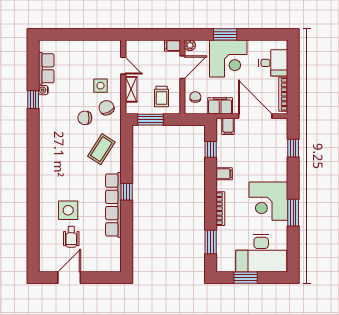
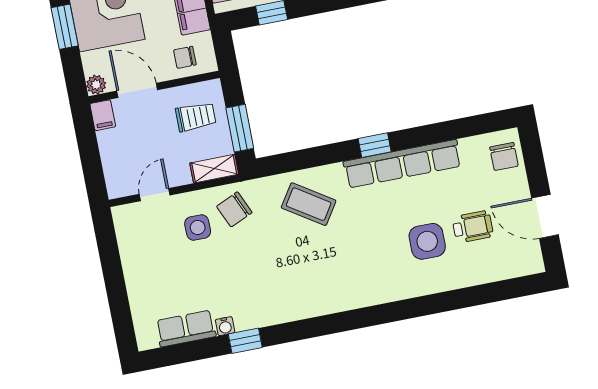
shelving: (131, 89) -> (214, 169), moved
chair: (85, 118) -> (504, 157), moved

